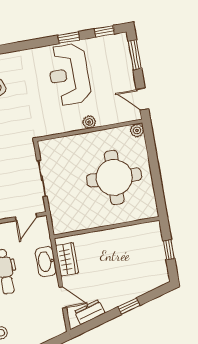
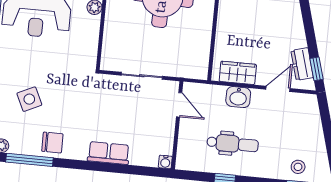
washbasin: (46, 262) -> (238, 97), width x0.72
window: (129, 306) -> (316, 69), moved

